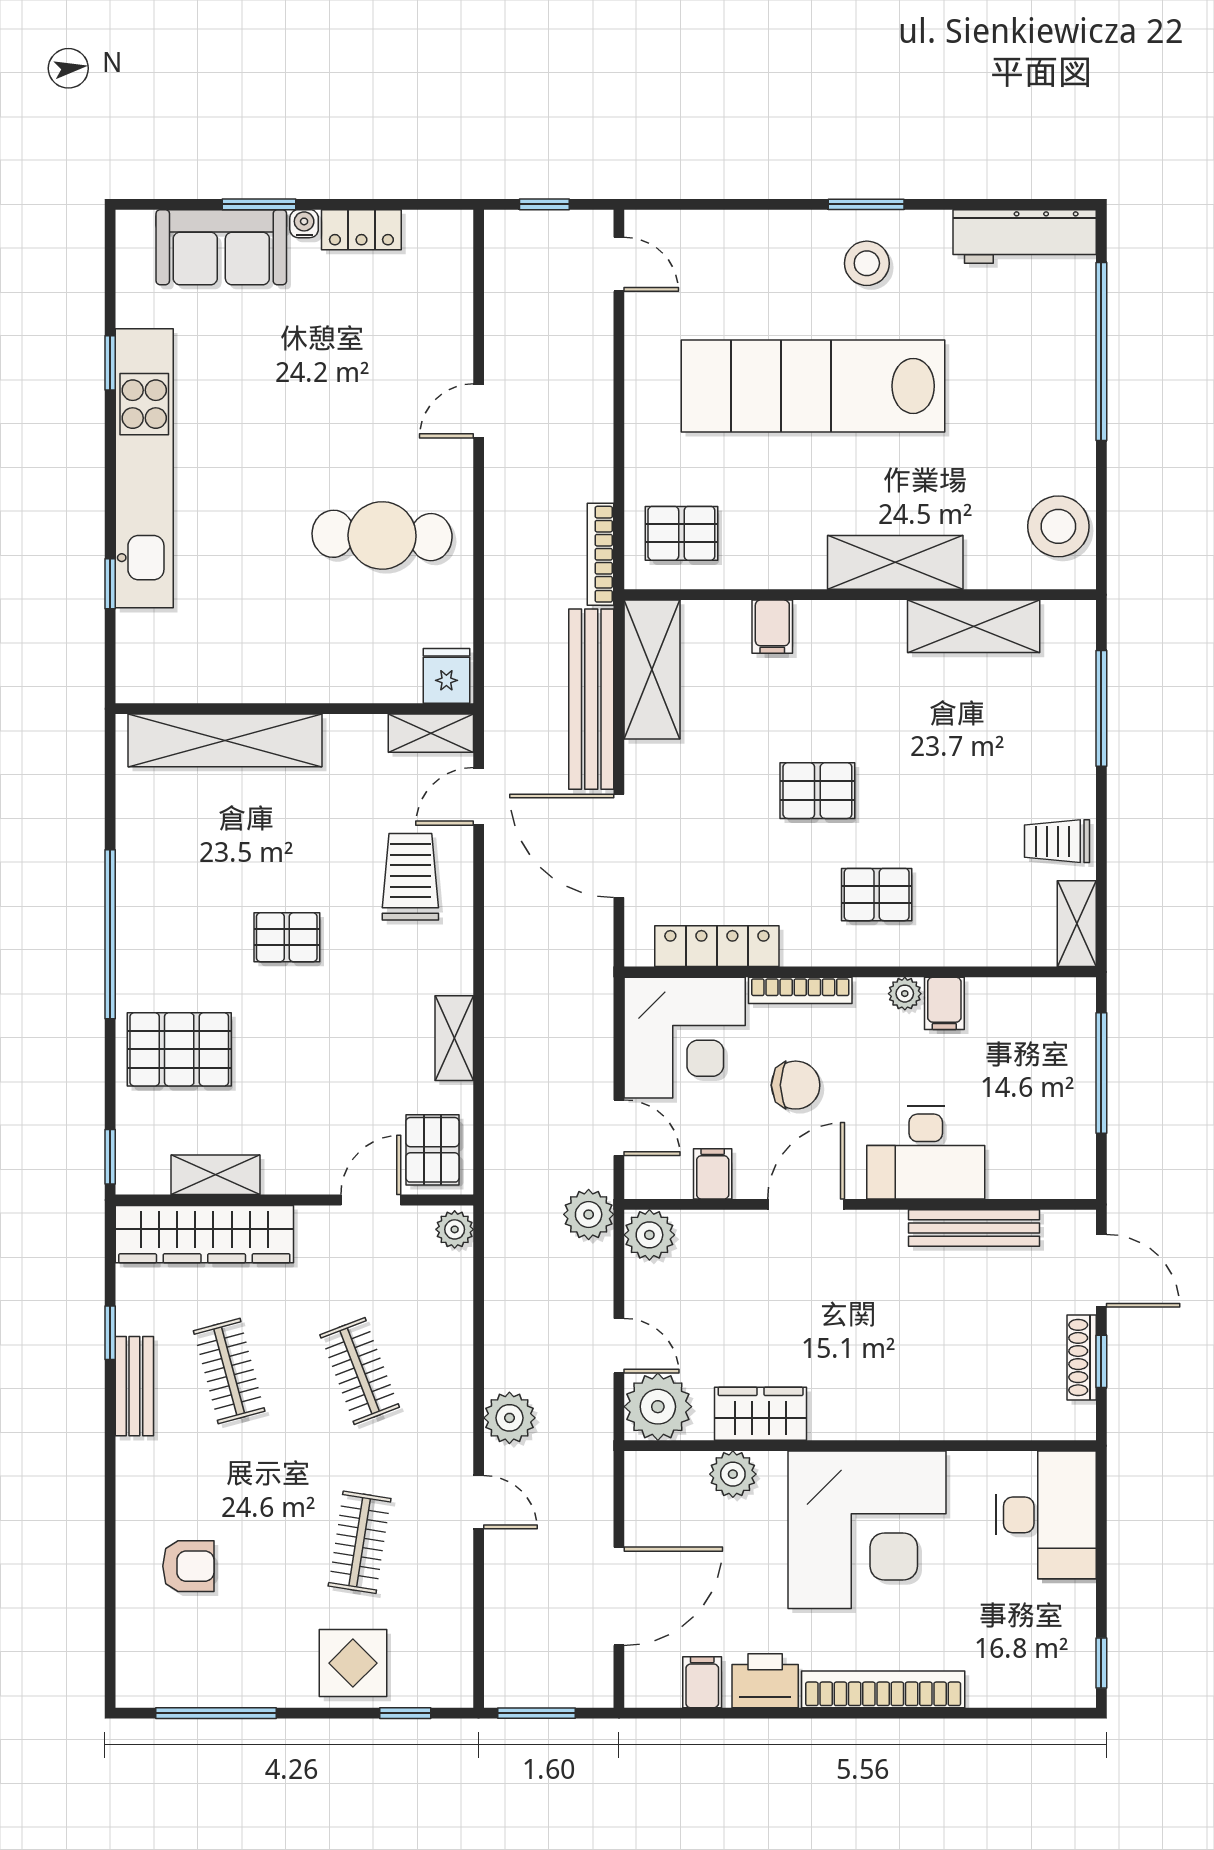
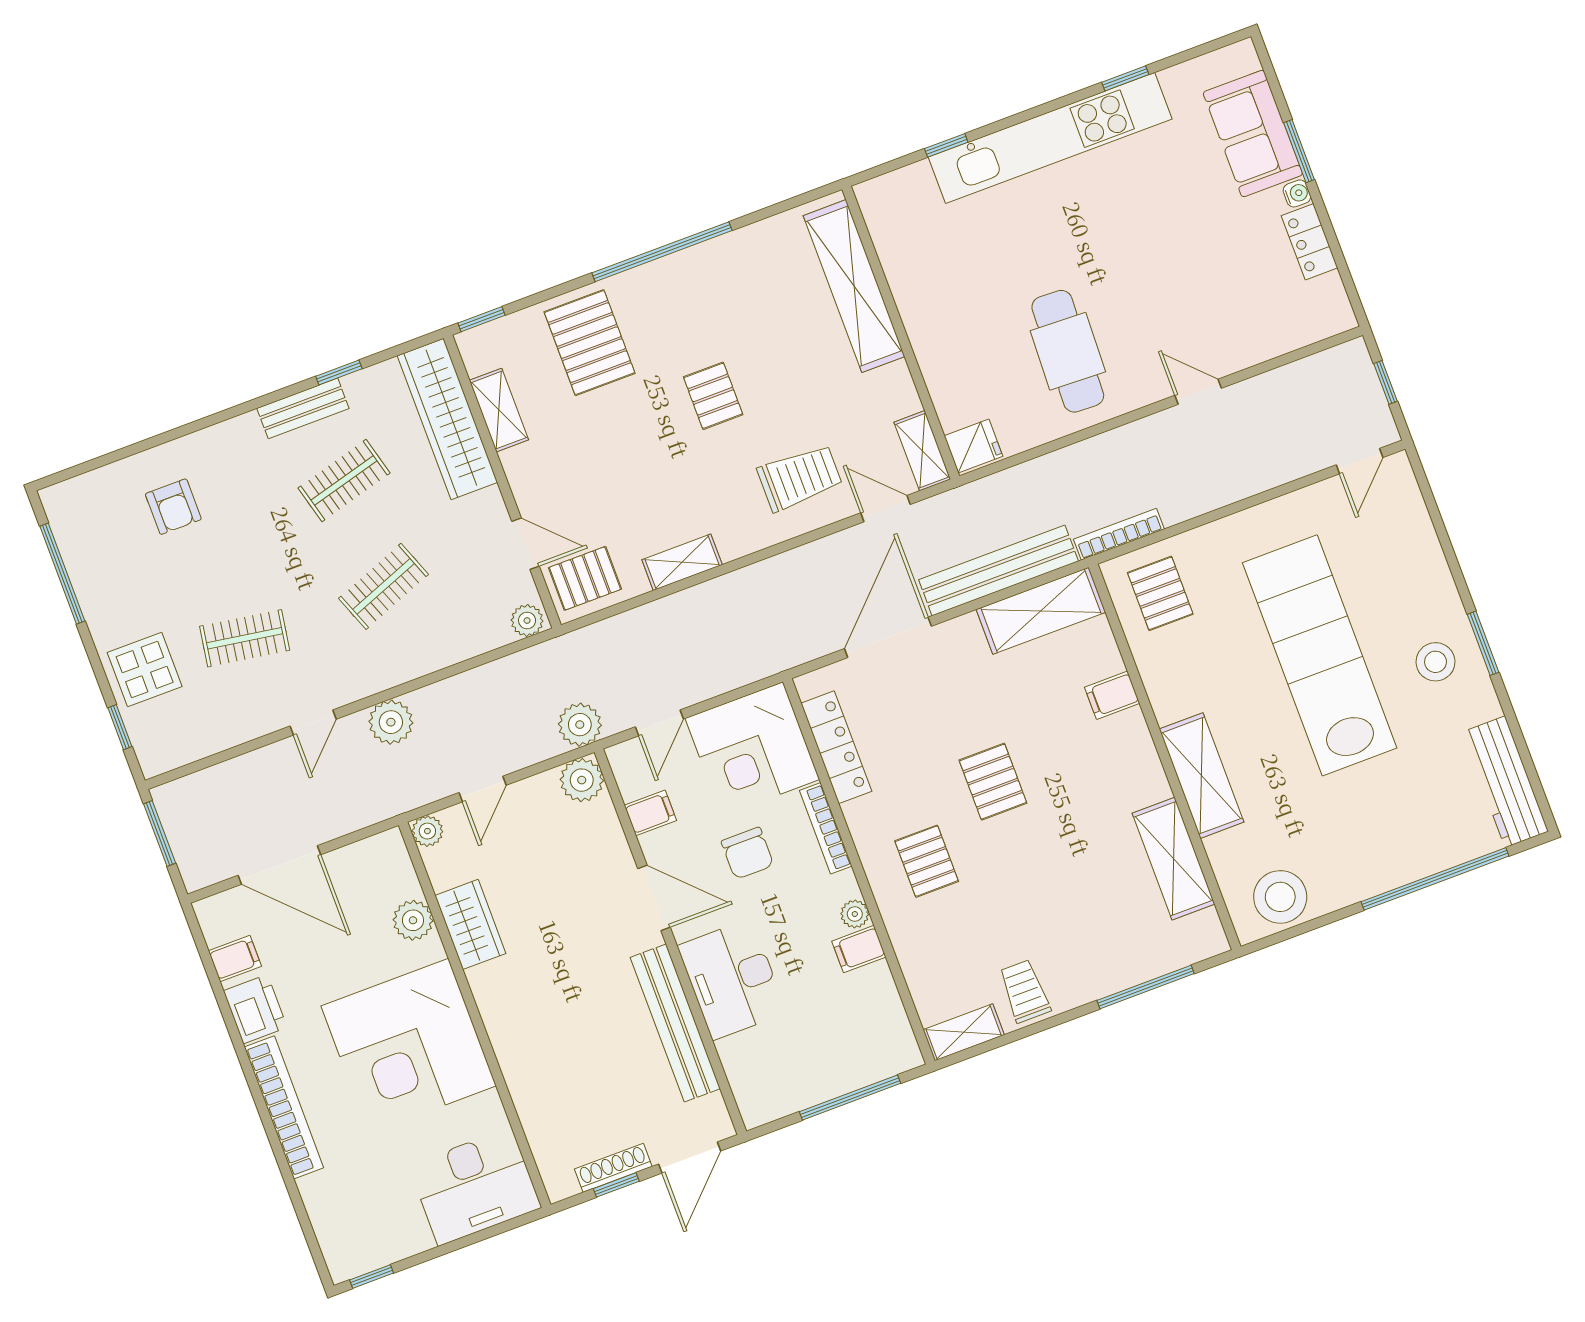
bench: (974, 1228) -> (675, 1023), width x1.37, depth x1.21
plant: (658, 1407) -> (427, 831), width x0.53, depth x0.53

